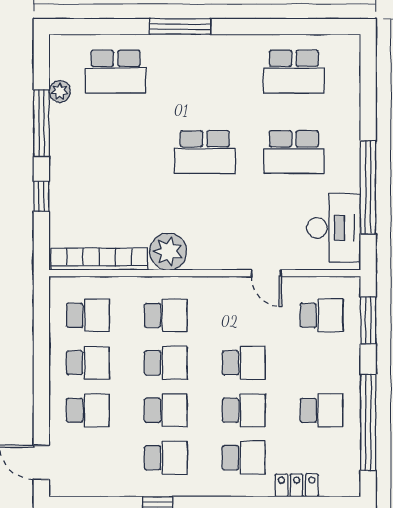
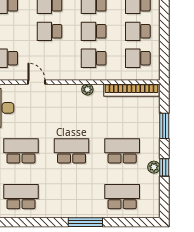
plant: (60, 91) -> (154, 167), moved
window: (41, 123) -> (164, 167), width x0.46
school desk: (116, 152) -> (122, 151), added
window: (41, 196) -> (164, 126), width x1.50
plant: (168, 252) -> (87, 90), width x0.53, depth x0.53

